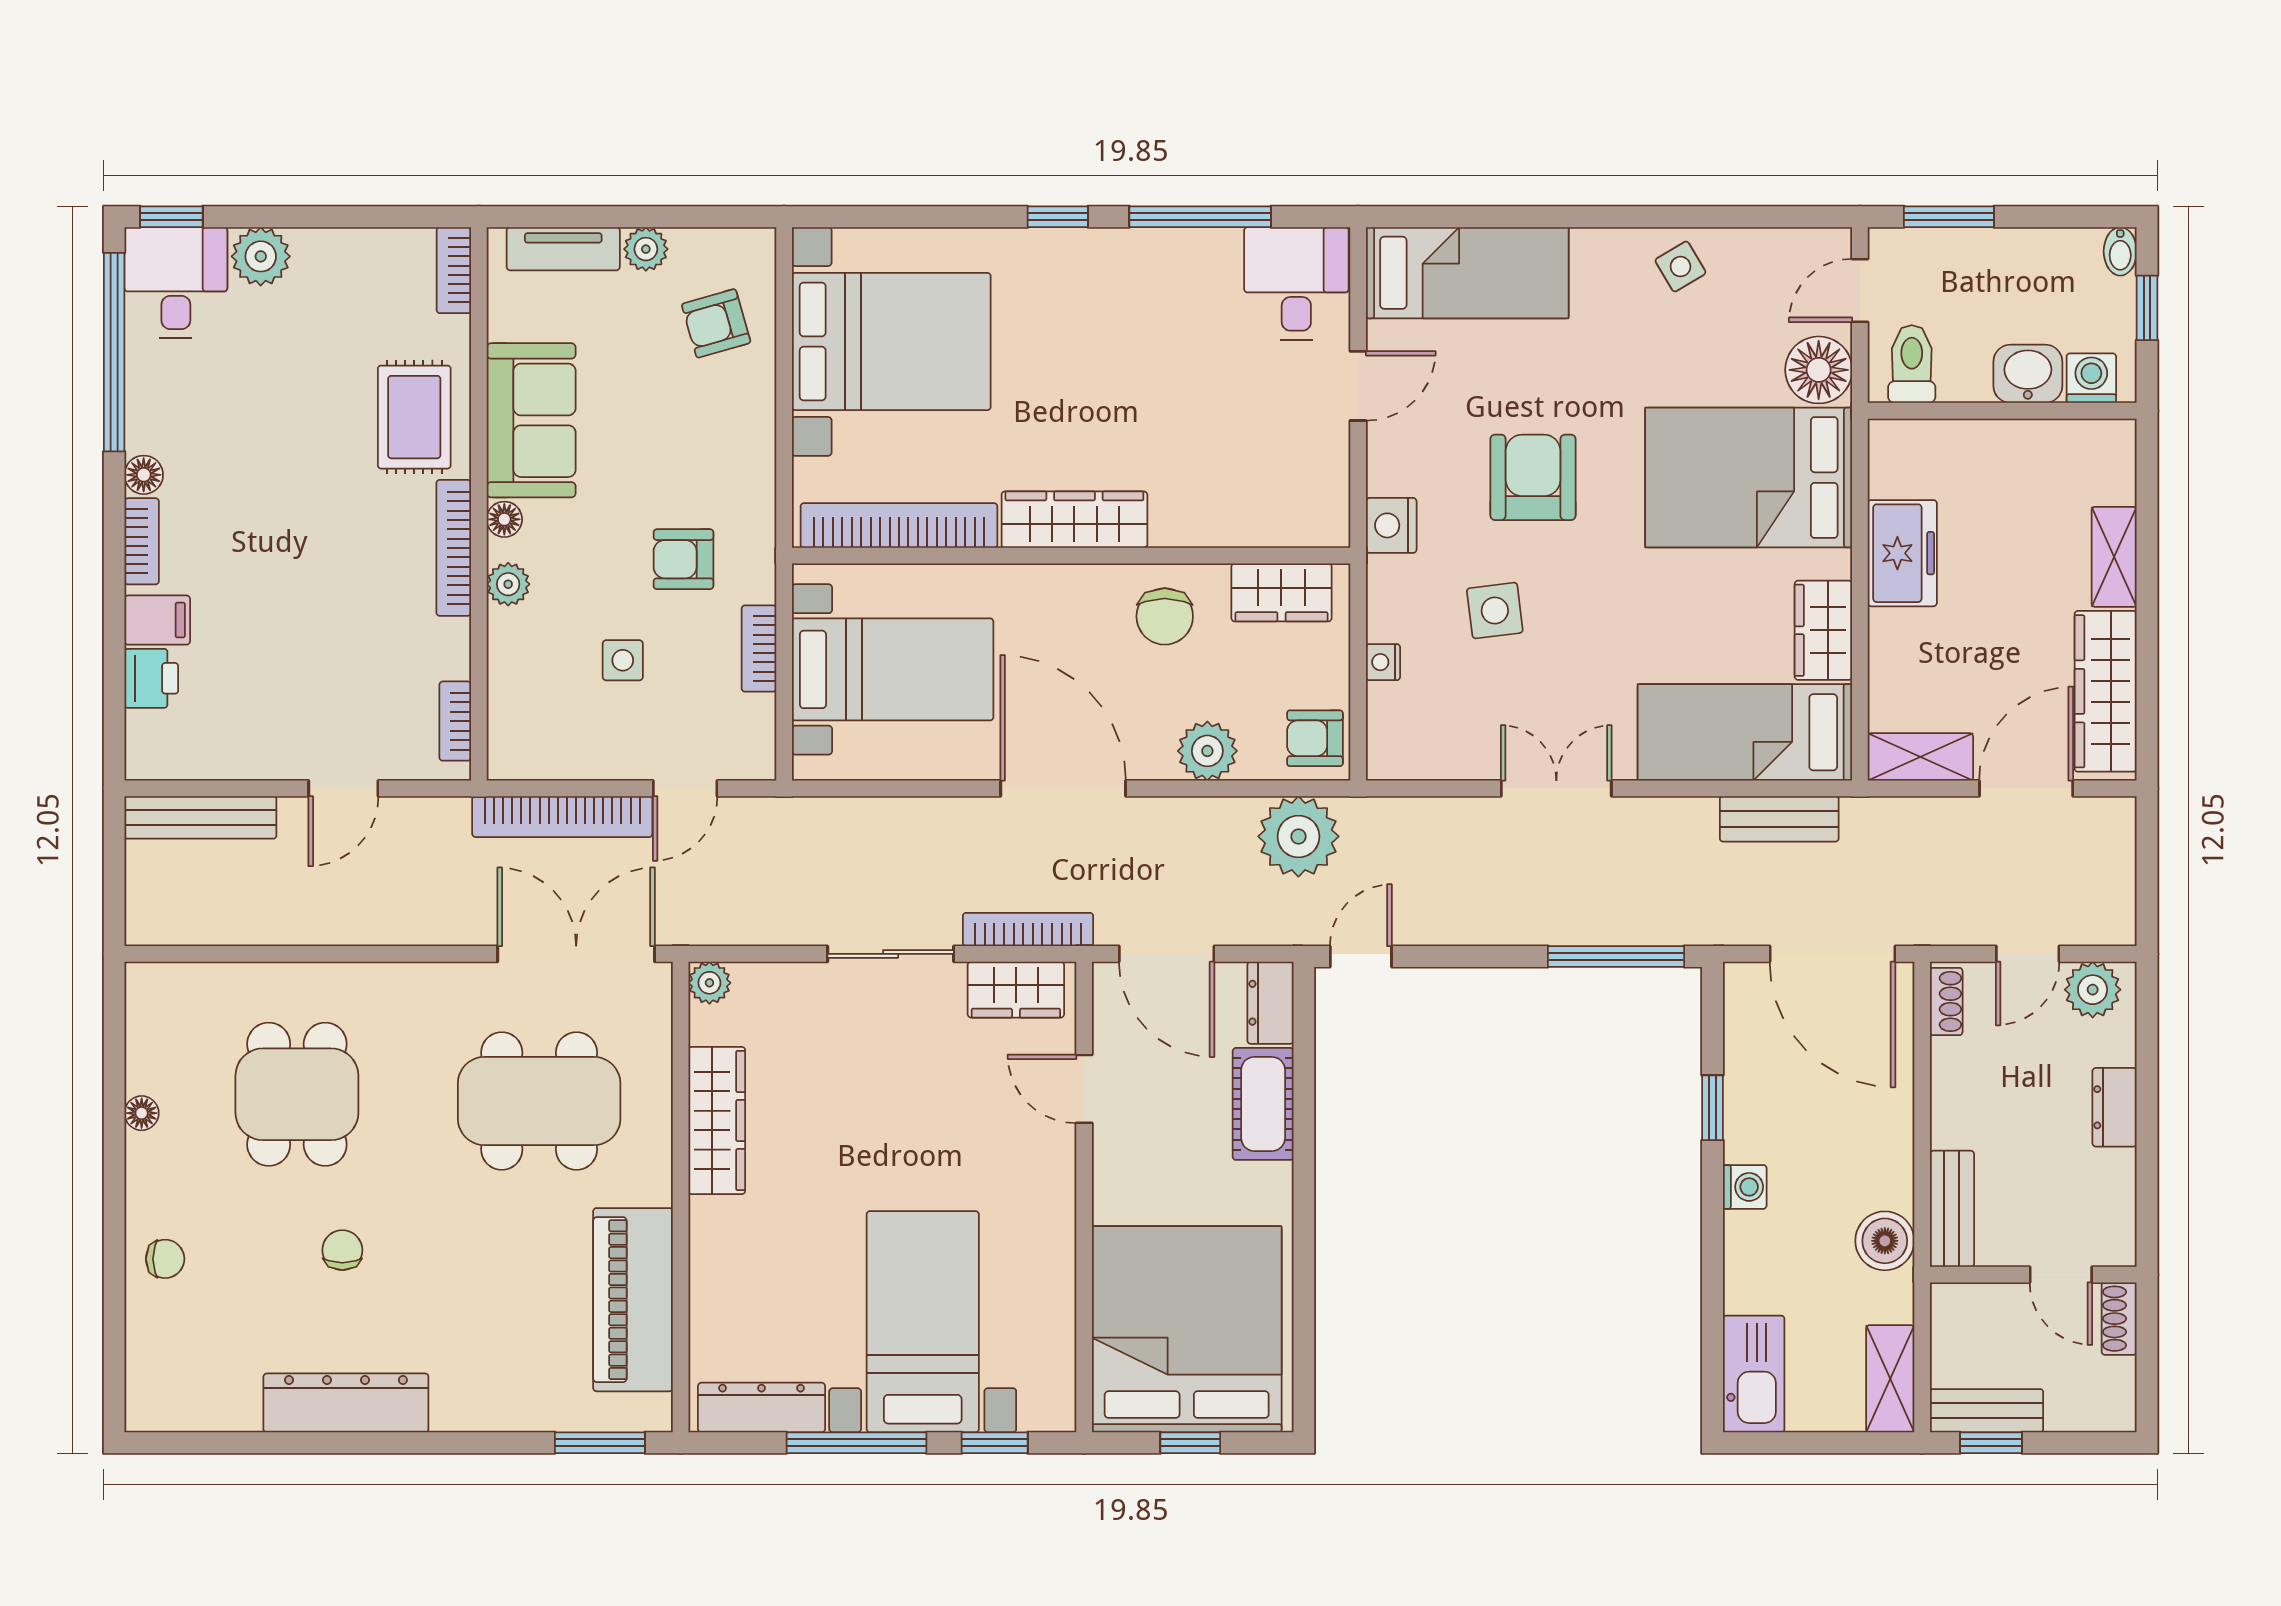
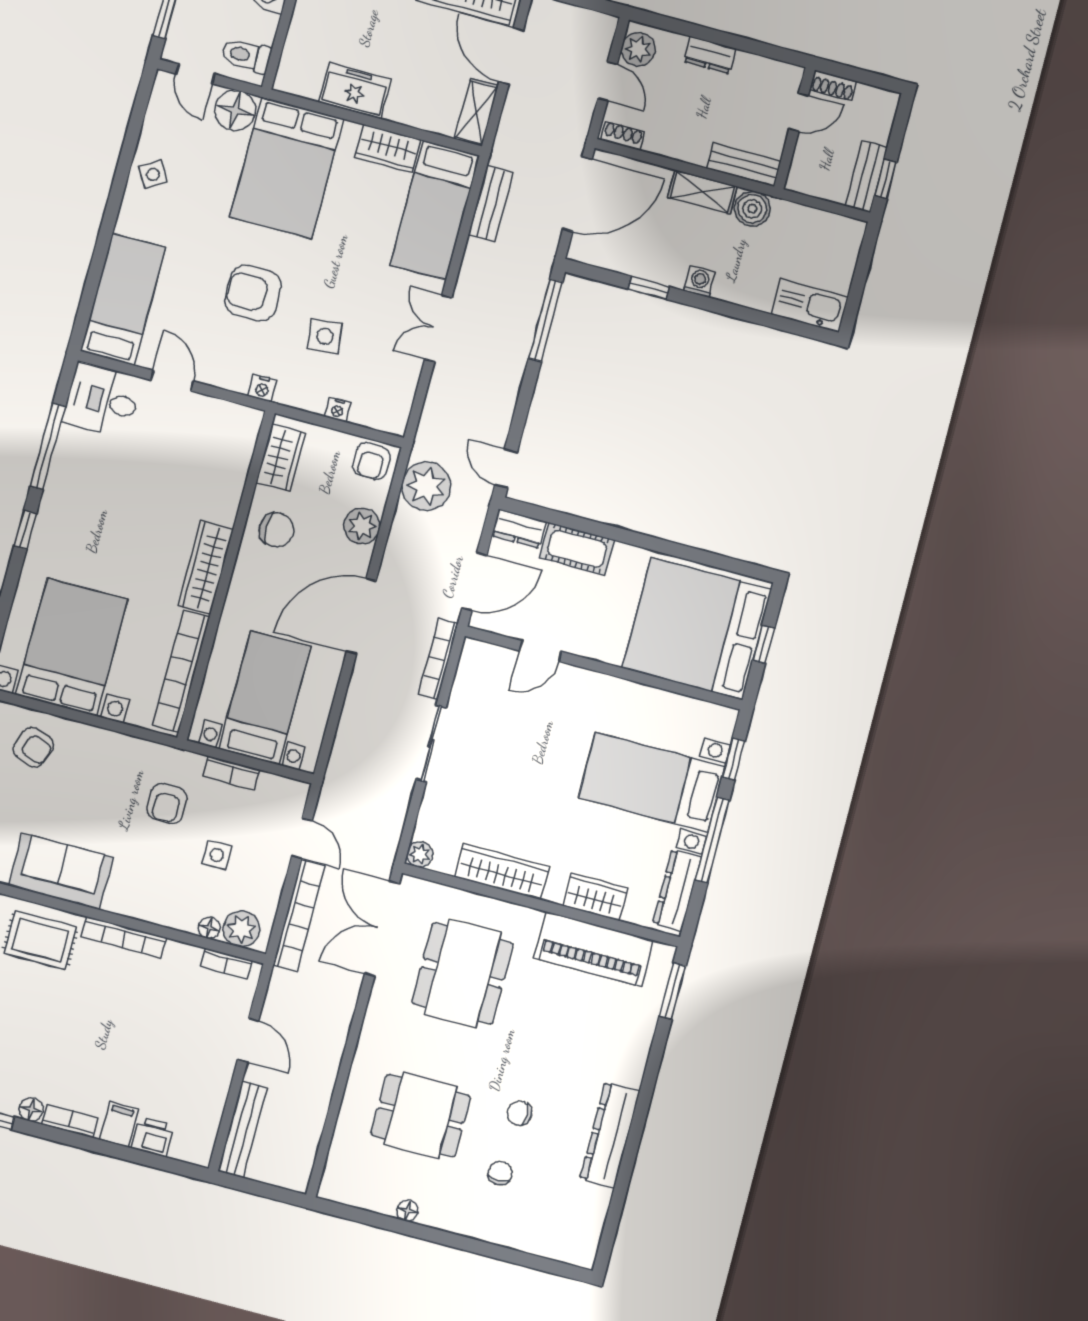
armchair: (716, 323) -> (33, 747), turned -54
floor lamp: (504, 519) -> (209, 928), moved
nightstand: (1391, 525) -> (262, 388), width x0.72, depth x0.74
plant: (508, 584) -> (241, 929), moved, width x1.38, depth x1.38
wardrobe: (1016, 990) -> (595, 897), moved, turned -90
chair: (165, 1259) -> (500, 1173), moved
shelving: (1890, 1379) -> (702, 192), moved

